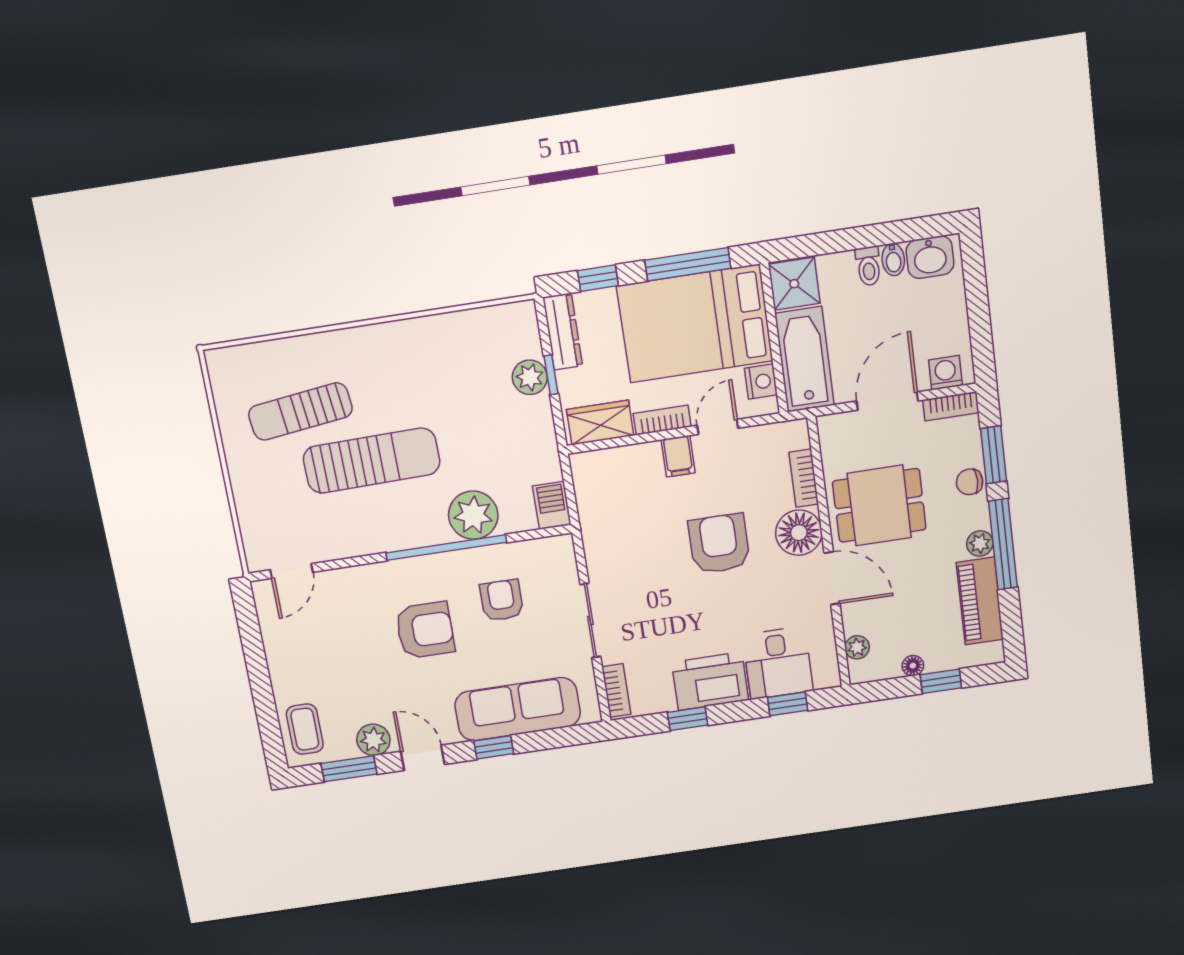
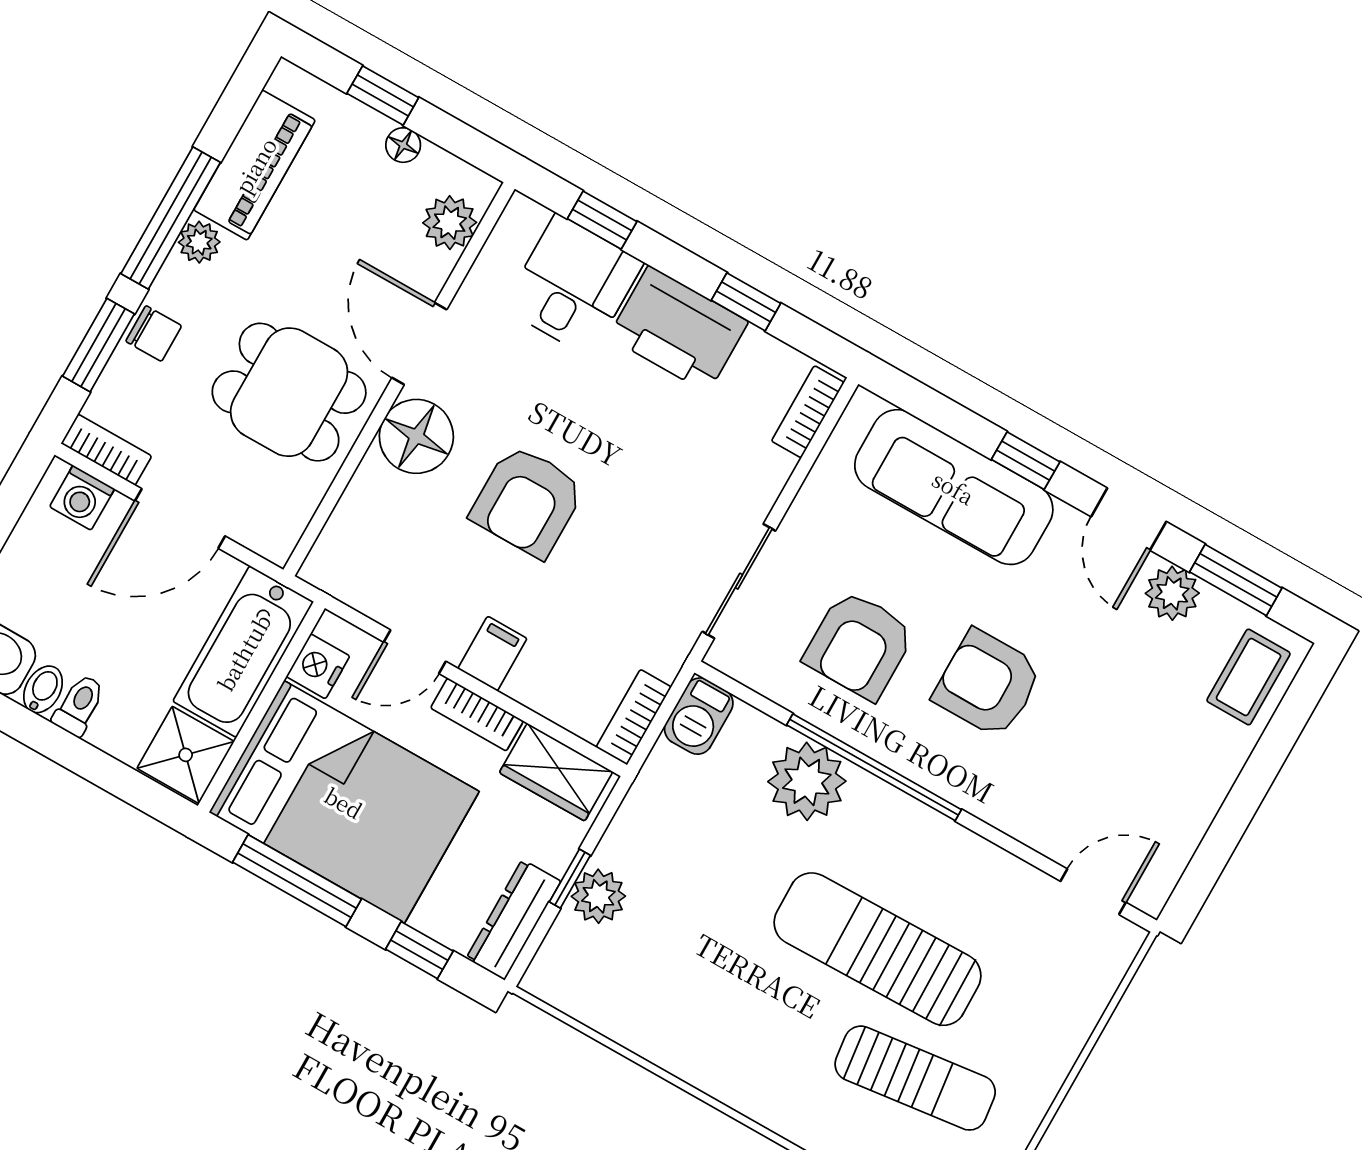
bookcase: (804, 478) -> (634, 717), moved, turned 180
armchair: (502, 600) -> (859, 645), width x1.38, depth x1.38
sliding door: (590, 621) -> (739, 581), moved
plant: (857, 647) -> (450, 223), width x1.38, depth x1.38

